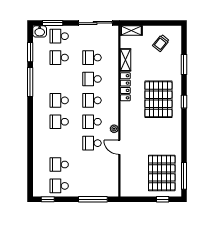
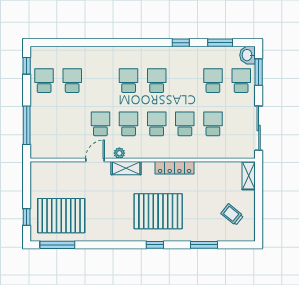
shelving: (126, 60) -> (126, 168), moved
window: (30, 82) -> (181, 43), width x0.46

